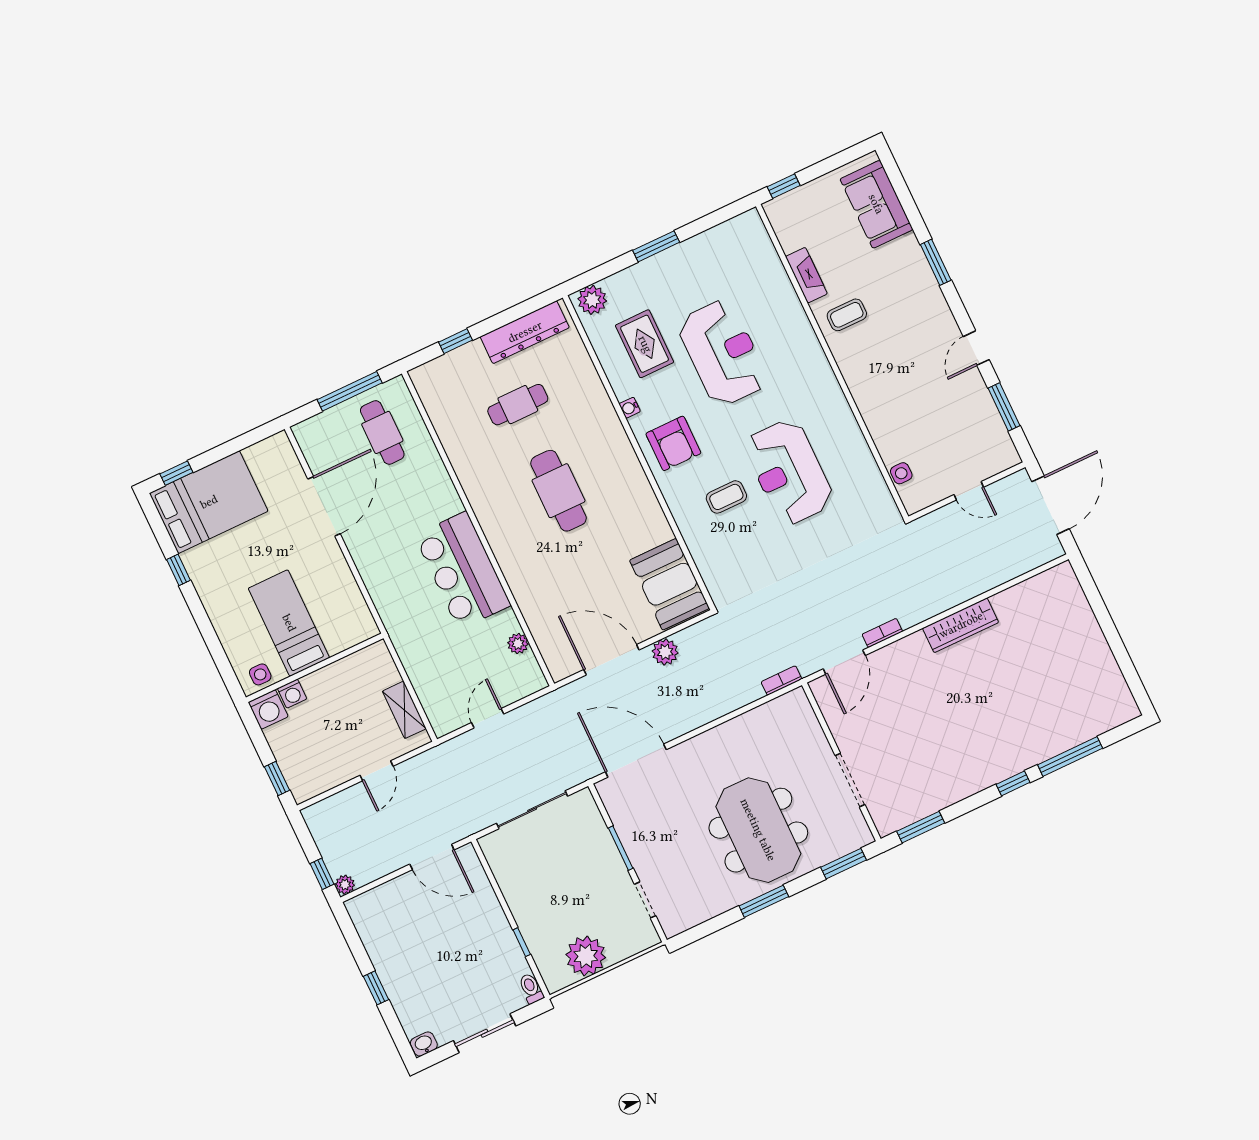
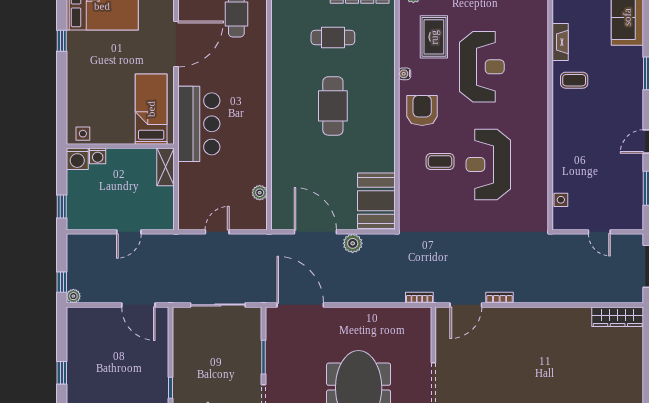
armchair: (673, 443) -> (422, 110), turned 180
bar counter: (463, 570) -> (199, 124), moved, turned 180
bed: (289, 623) -> (151, 109), moved
wardrobe: (961, 625) -> (618, 317), moved
shelving: (404, 710) -> (166, 167), moved

